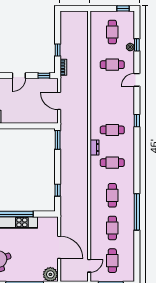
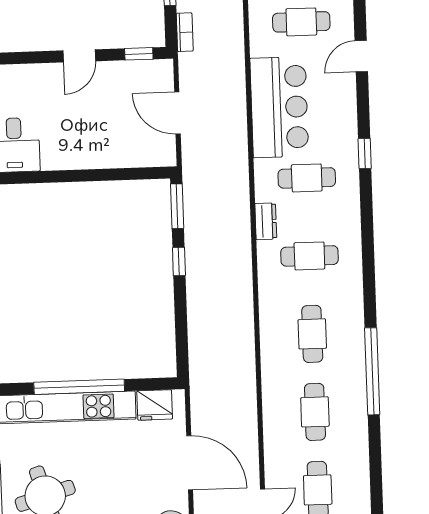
bar counter: (102, 100) -> (279, 107), added
window: (58, 190) -> (179, 261), moved
fridge: (45, 223) -> (155, 405), added

